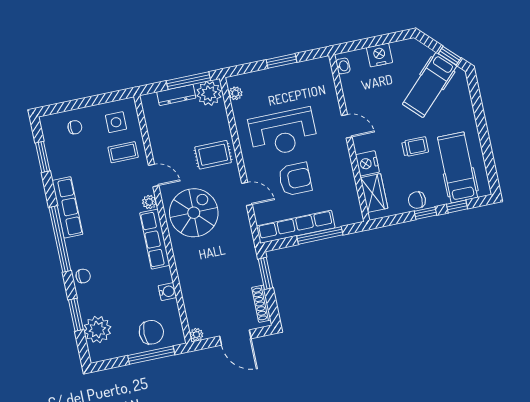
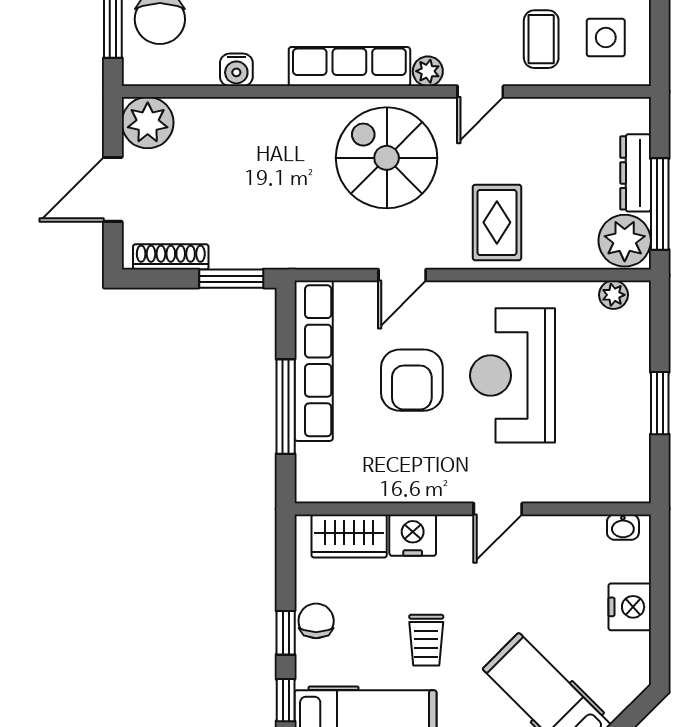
spiral stairs: (194, 213) -> (387, 158), turned 180
plant: (196, 335) -> (148, 123), width x1.87, depth x1.87

